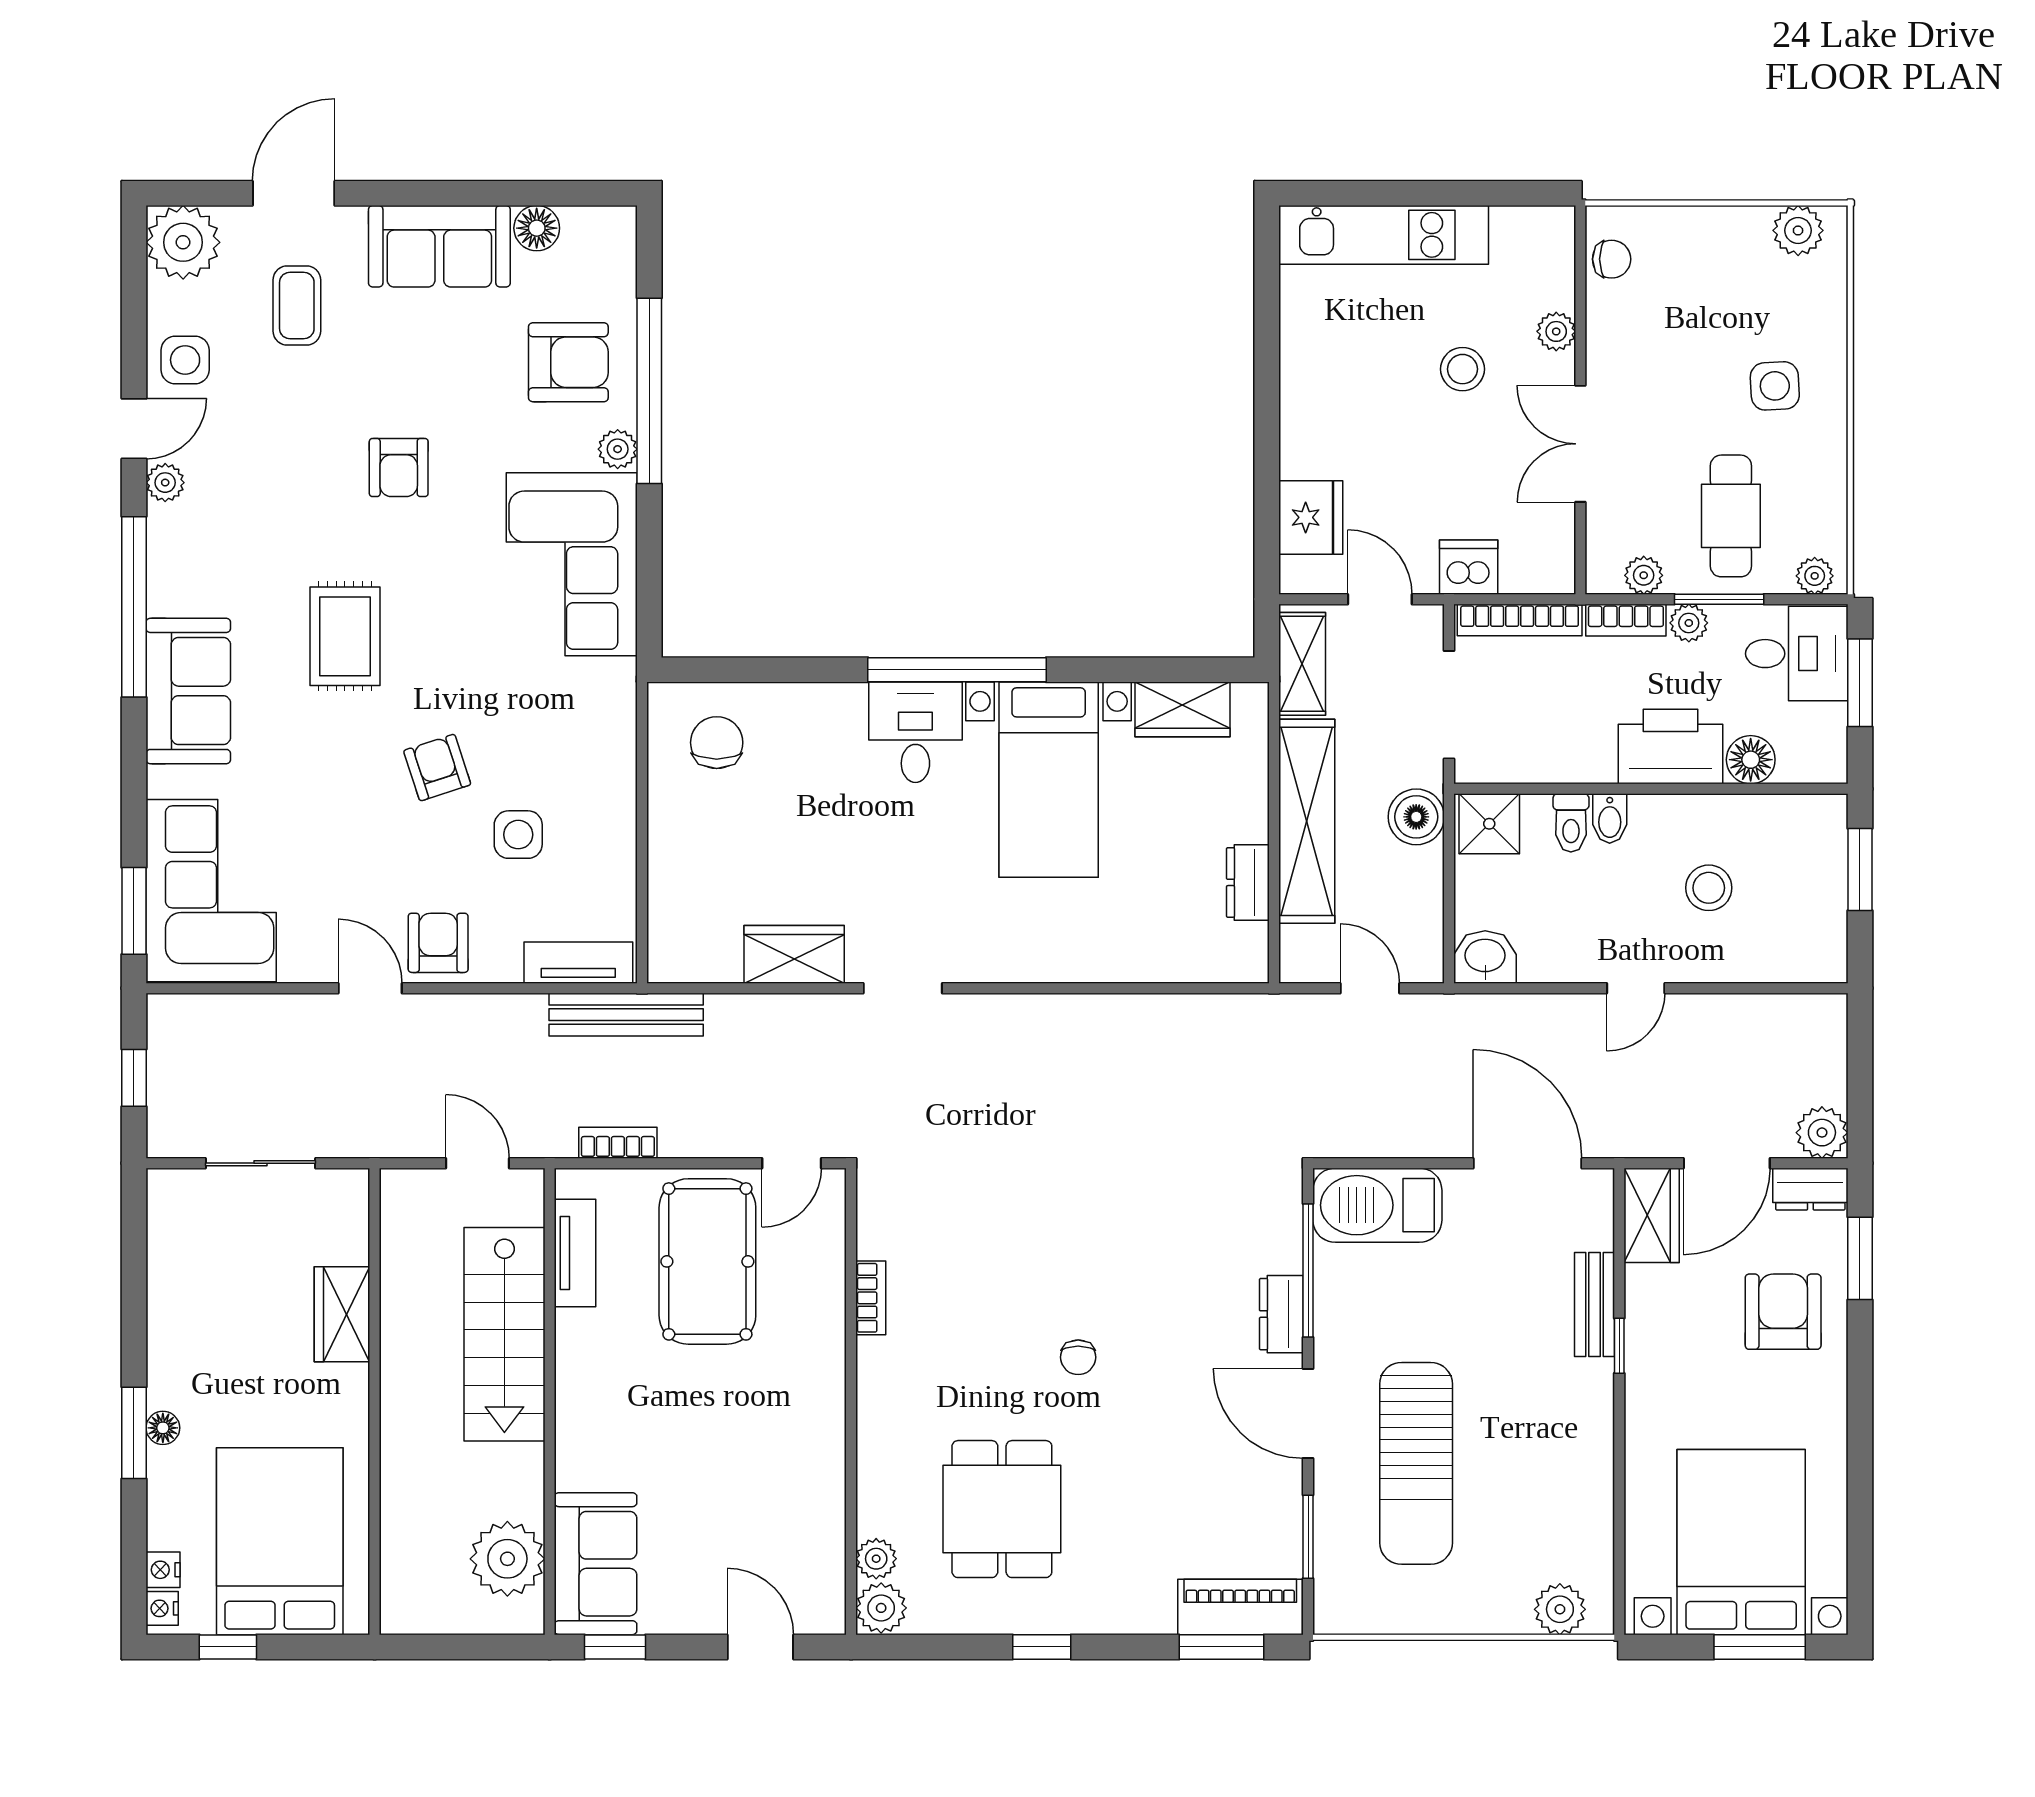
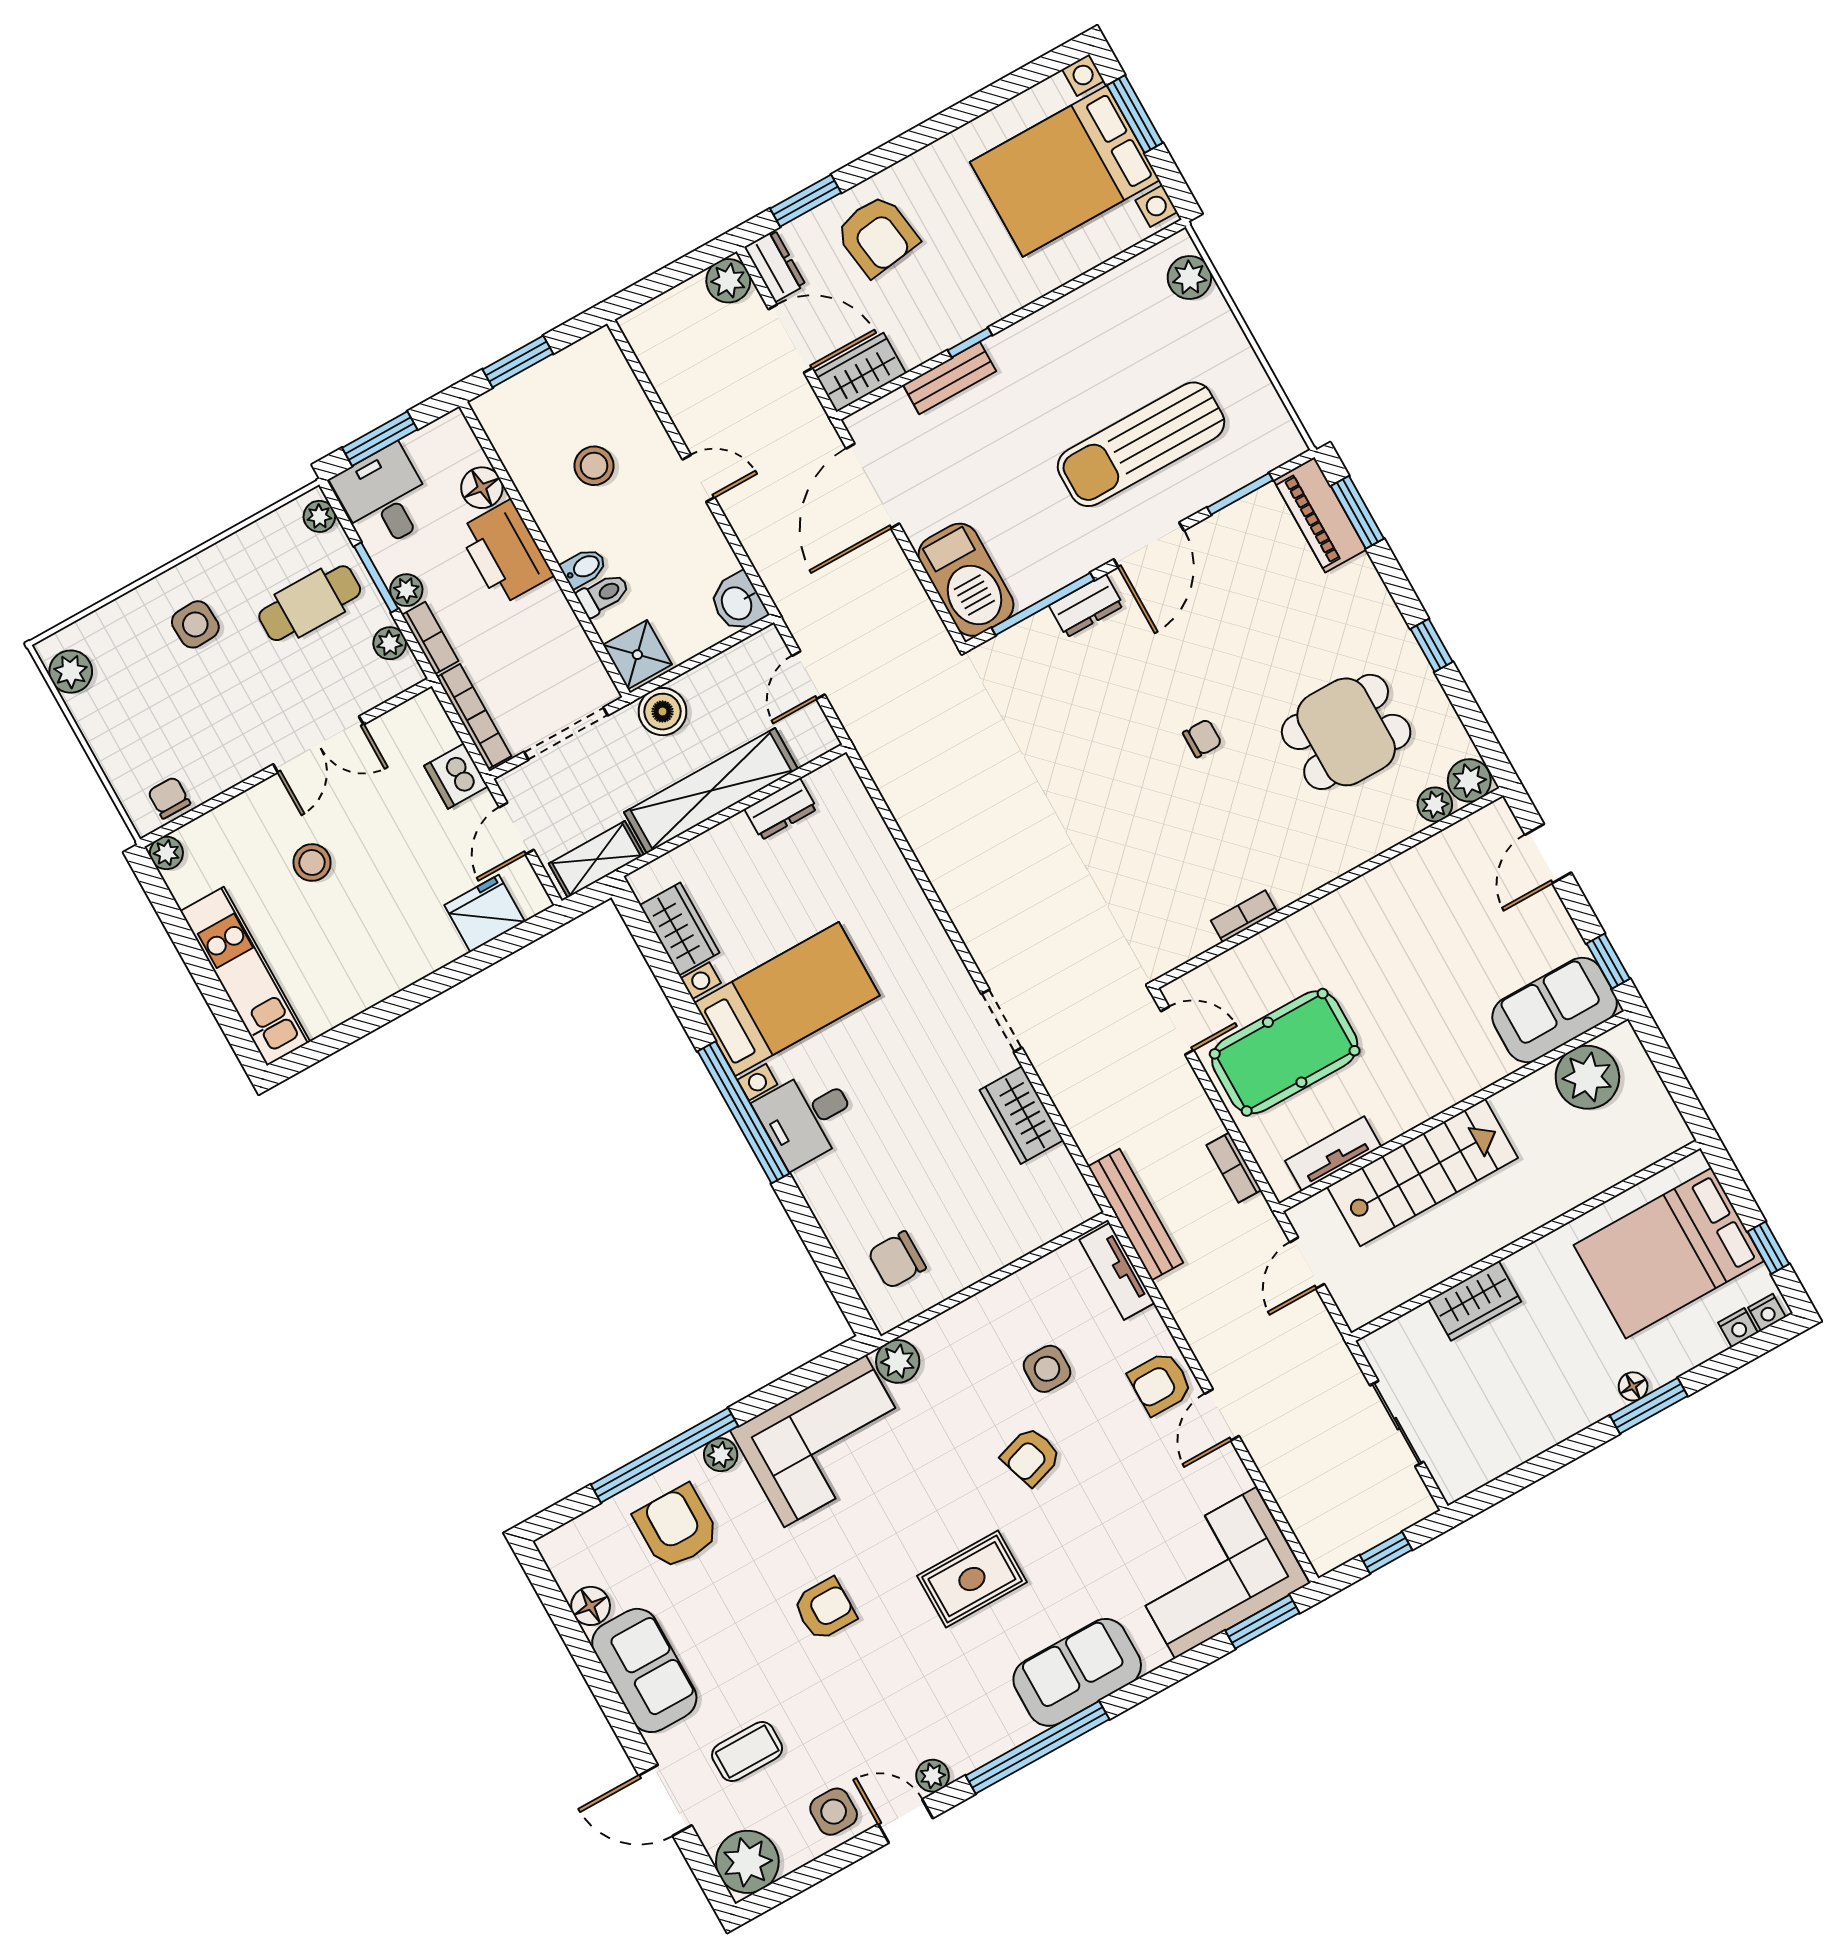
plant: (1556, 331) -> (166, 853), moved
plant: (612, 685) -> (898, 1361), added
armchair: (1783, 1312) -> (877, 235), turned -98
sun lounger: (1416, 1463) -> (1141, 444), turned 180

